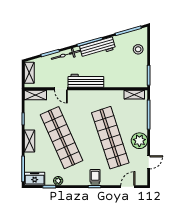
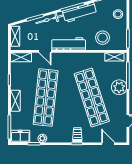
stool: (122, 74) -> (103, 38), added
shop shelf: (62, 138) -> (46, 98), turned 30
plant: (139, 141) -> (119, 87), moved
door: (128, 187) -> (108, 144), hinge flipped

